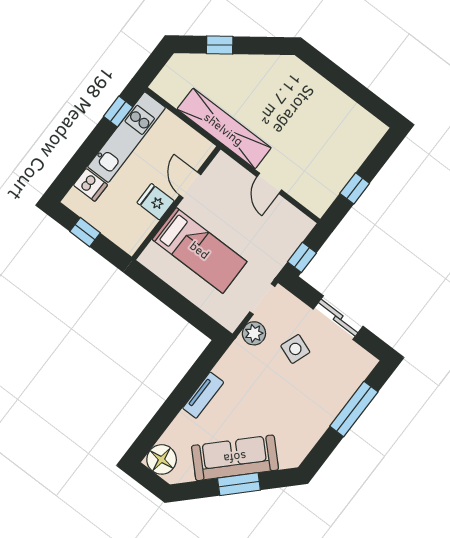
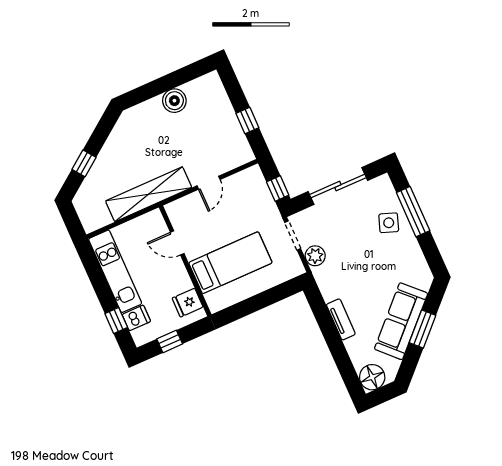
boiler: (334, 103) -> (174, 101), added
window: (118, 112) -> (116, 320), moved
door: (269, 183) -> (209, 183), hinge flipped
fridge: (156, 202) -> (188, 303), moved
sliding door: (338, 318) -> (338, 186), width x1.37
side table: (295, 349) -> (389, 223), moved

